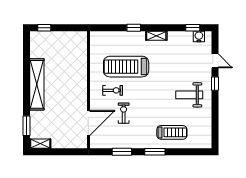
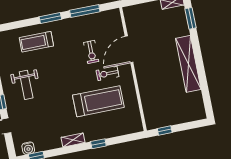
window: (44, 28) -> (165, 130), moved
weight bench: (189, 95) -> (26, 85), turned 90
door: (88, 123) -> (129, 49), moved
window: (122, 152) -> (85, 11), width x1.44

